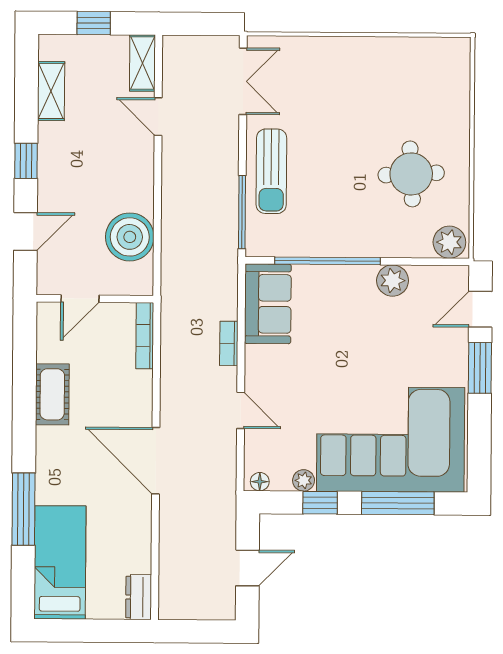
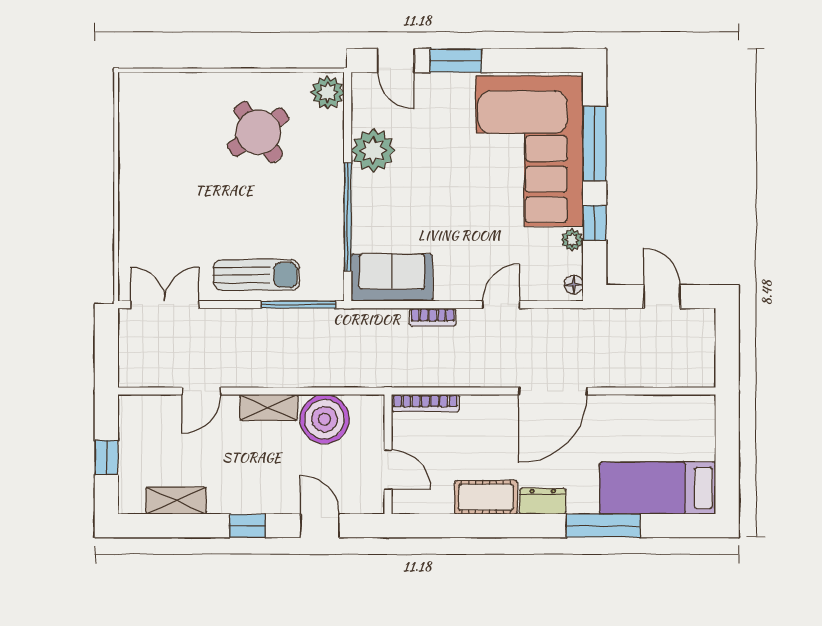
shelving: (142, 63) -> (269, 407), moved
round table: (411, 174) -> (258, 132), turned -32
plant: (393, 281) -> (373, 150), width x1.36, depth x1.36
dresser: (139, 597) -> (543, 501), moved, turned 180

